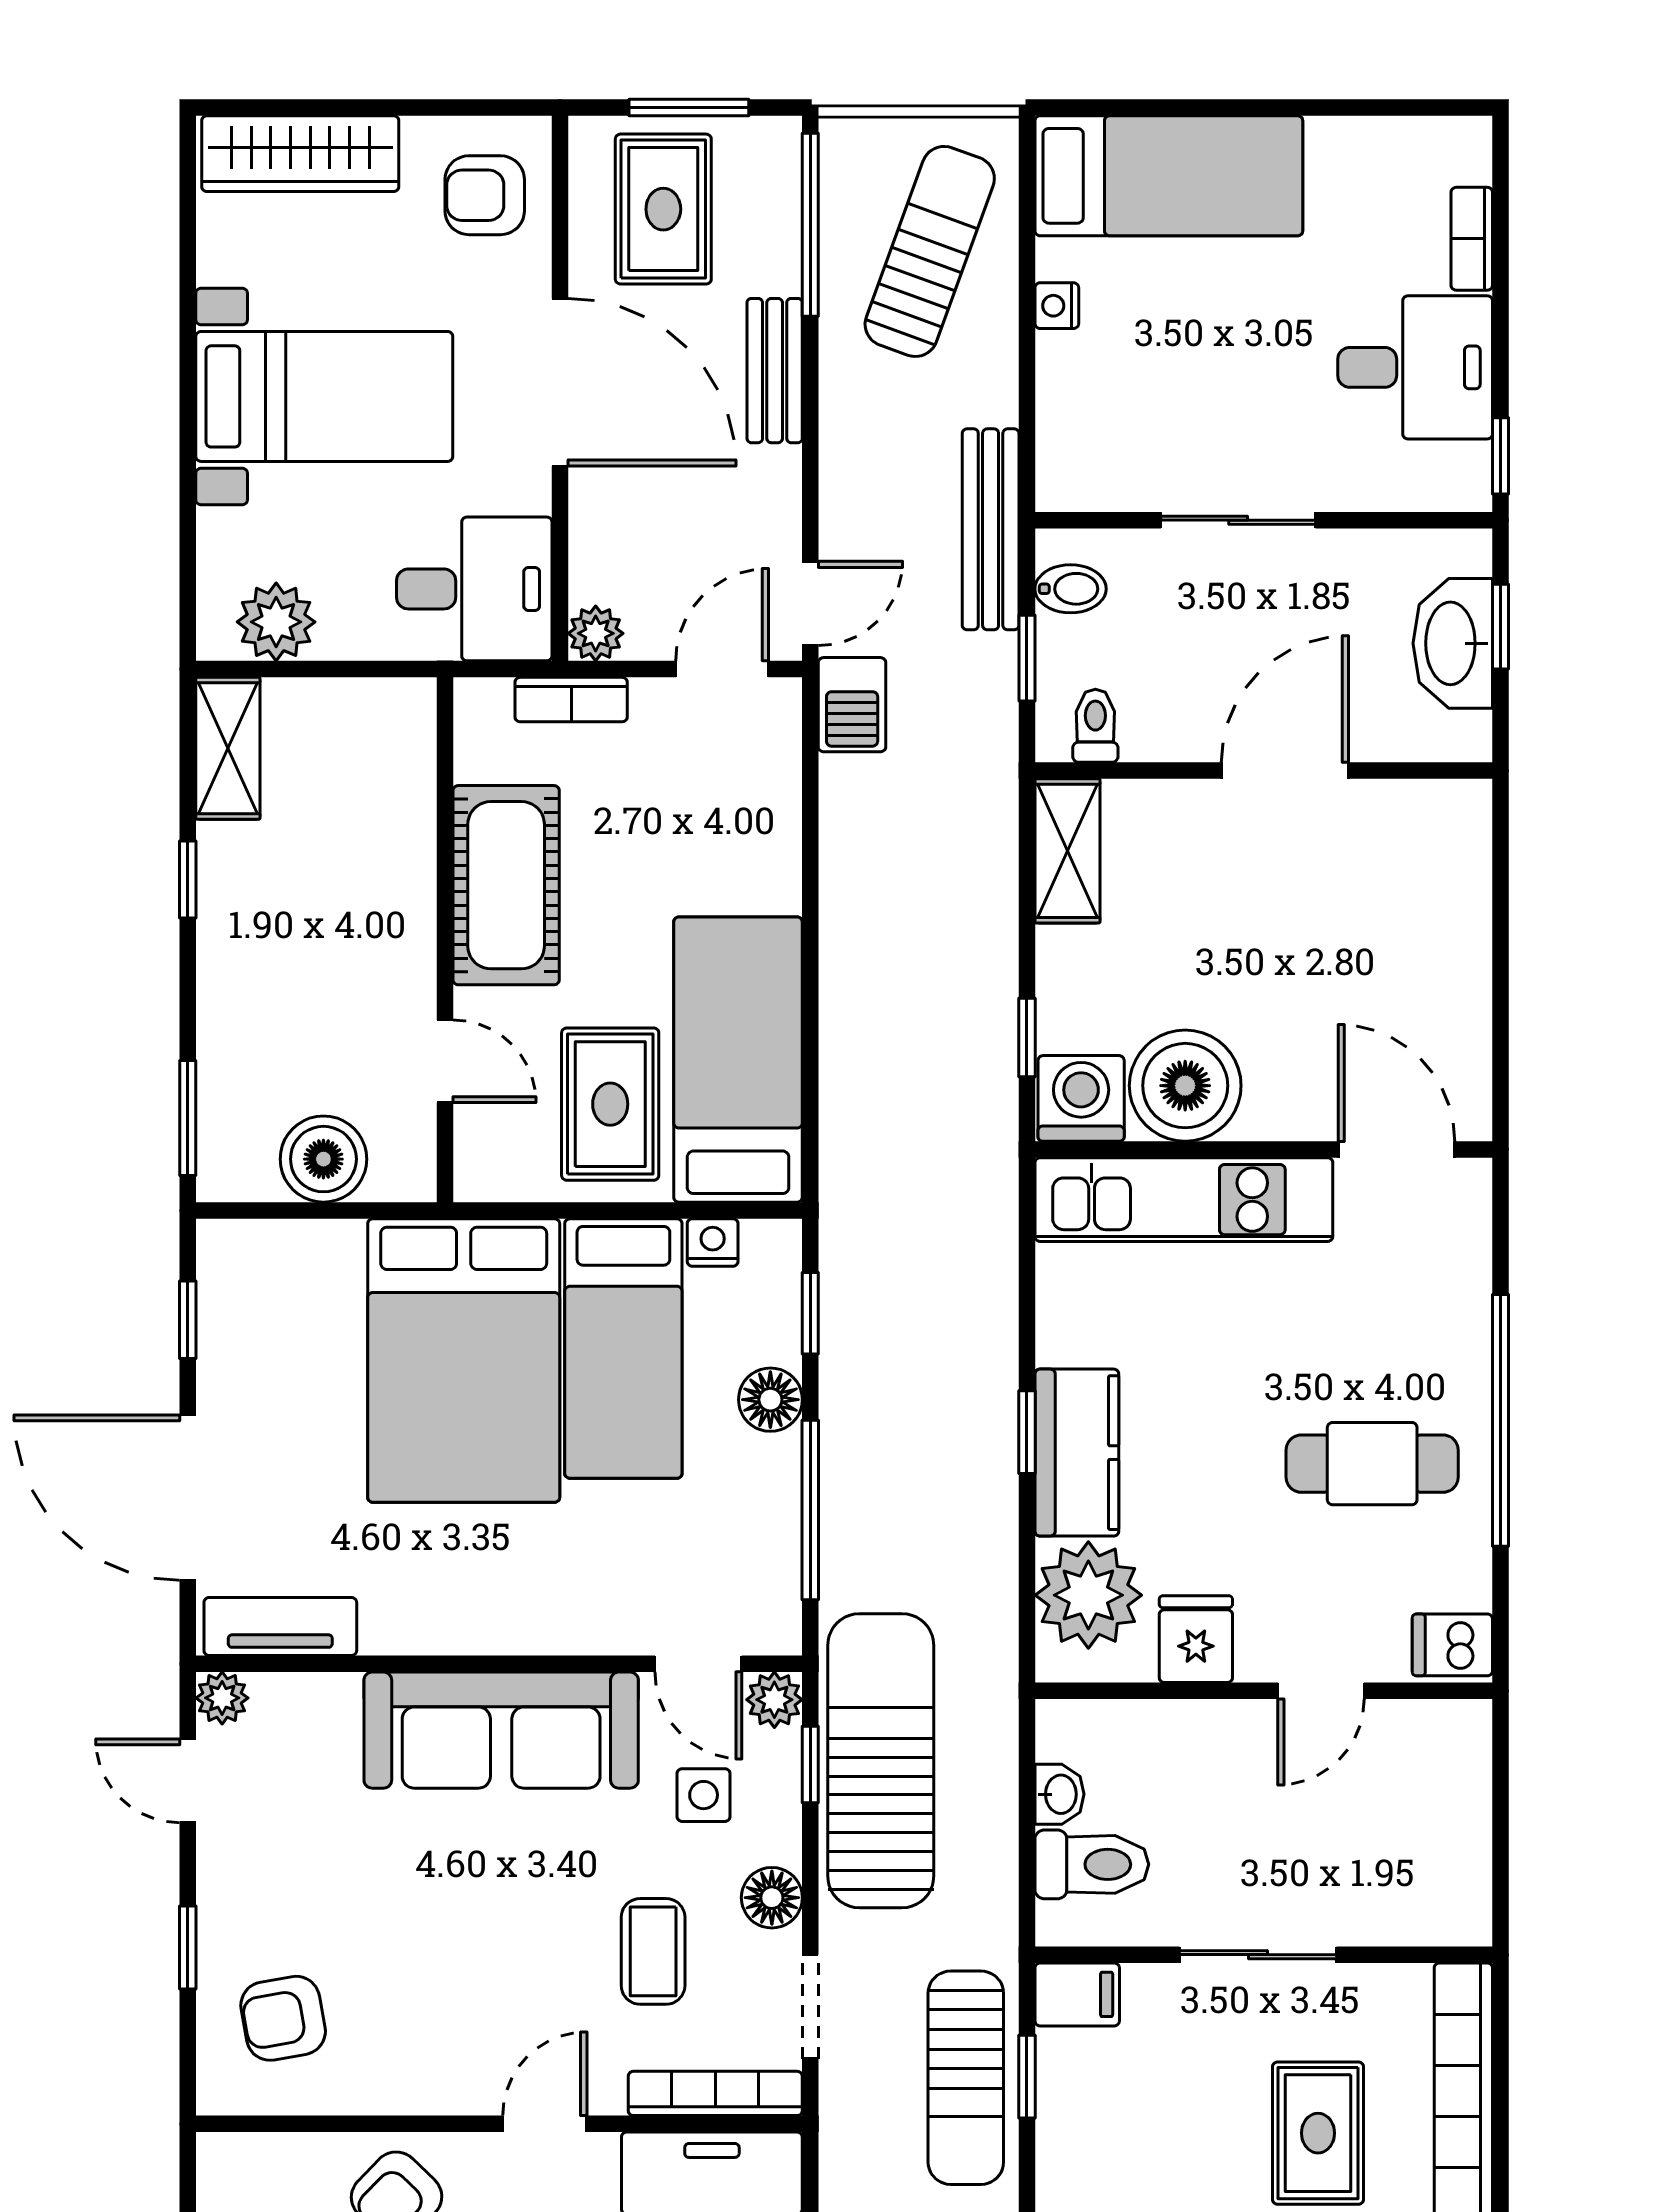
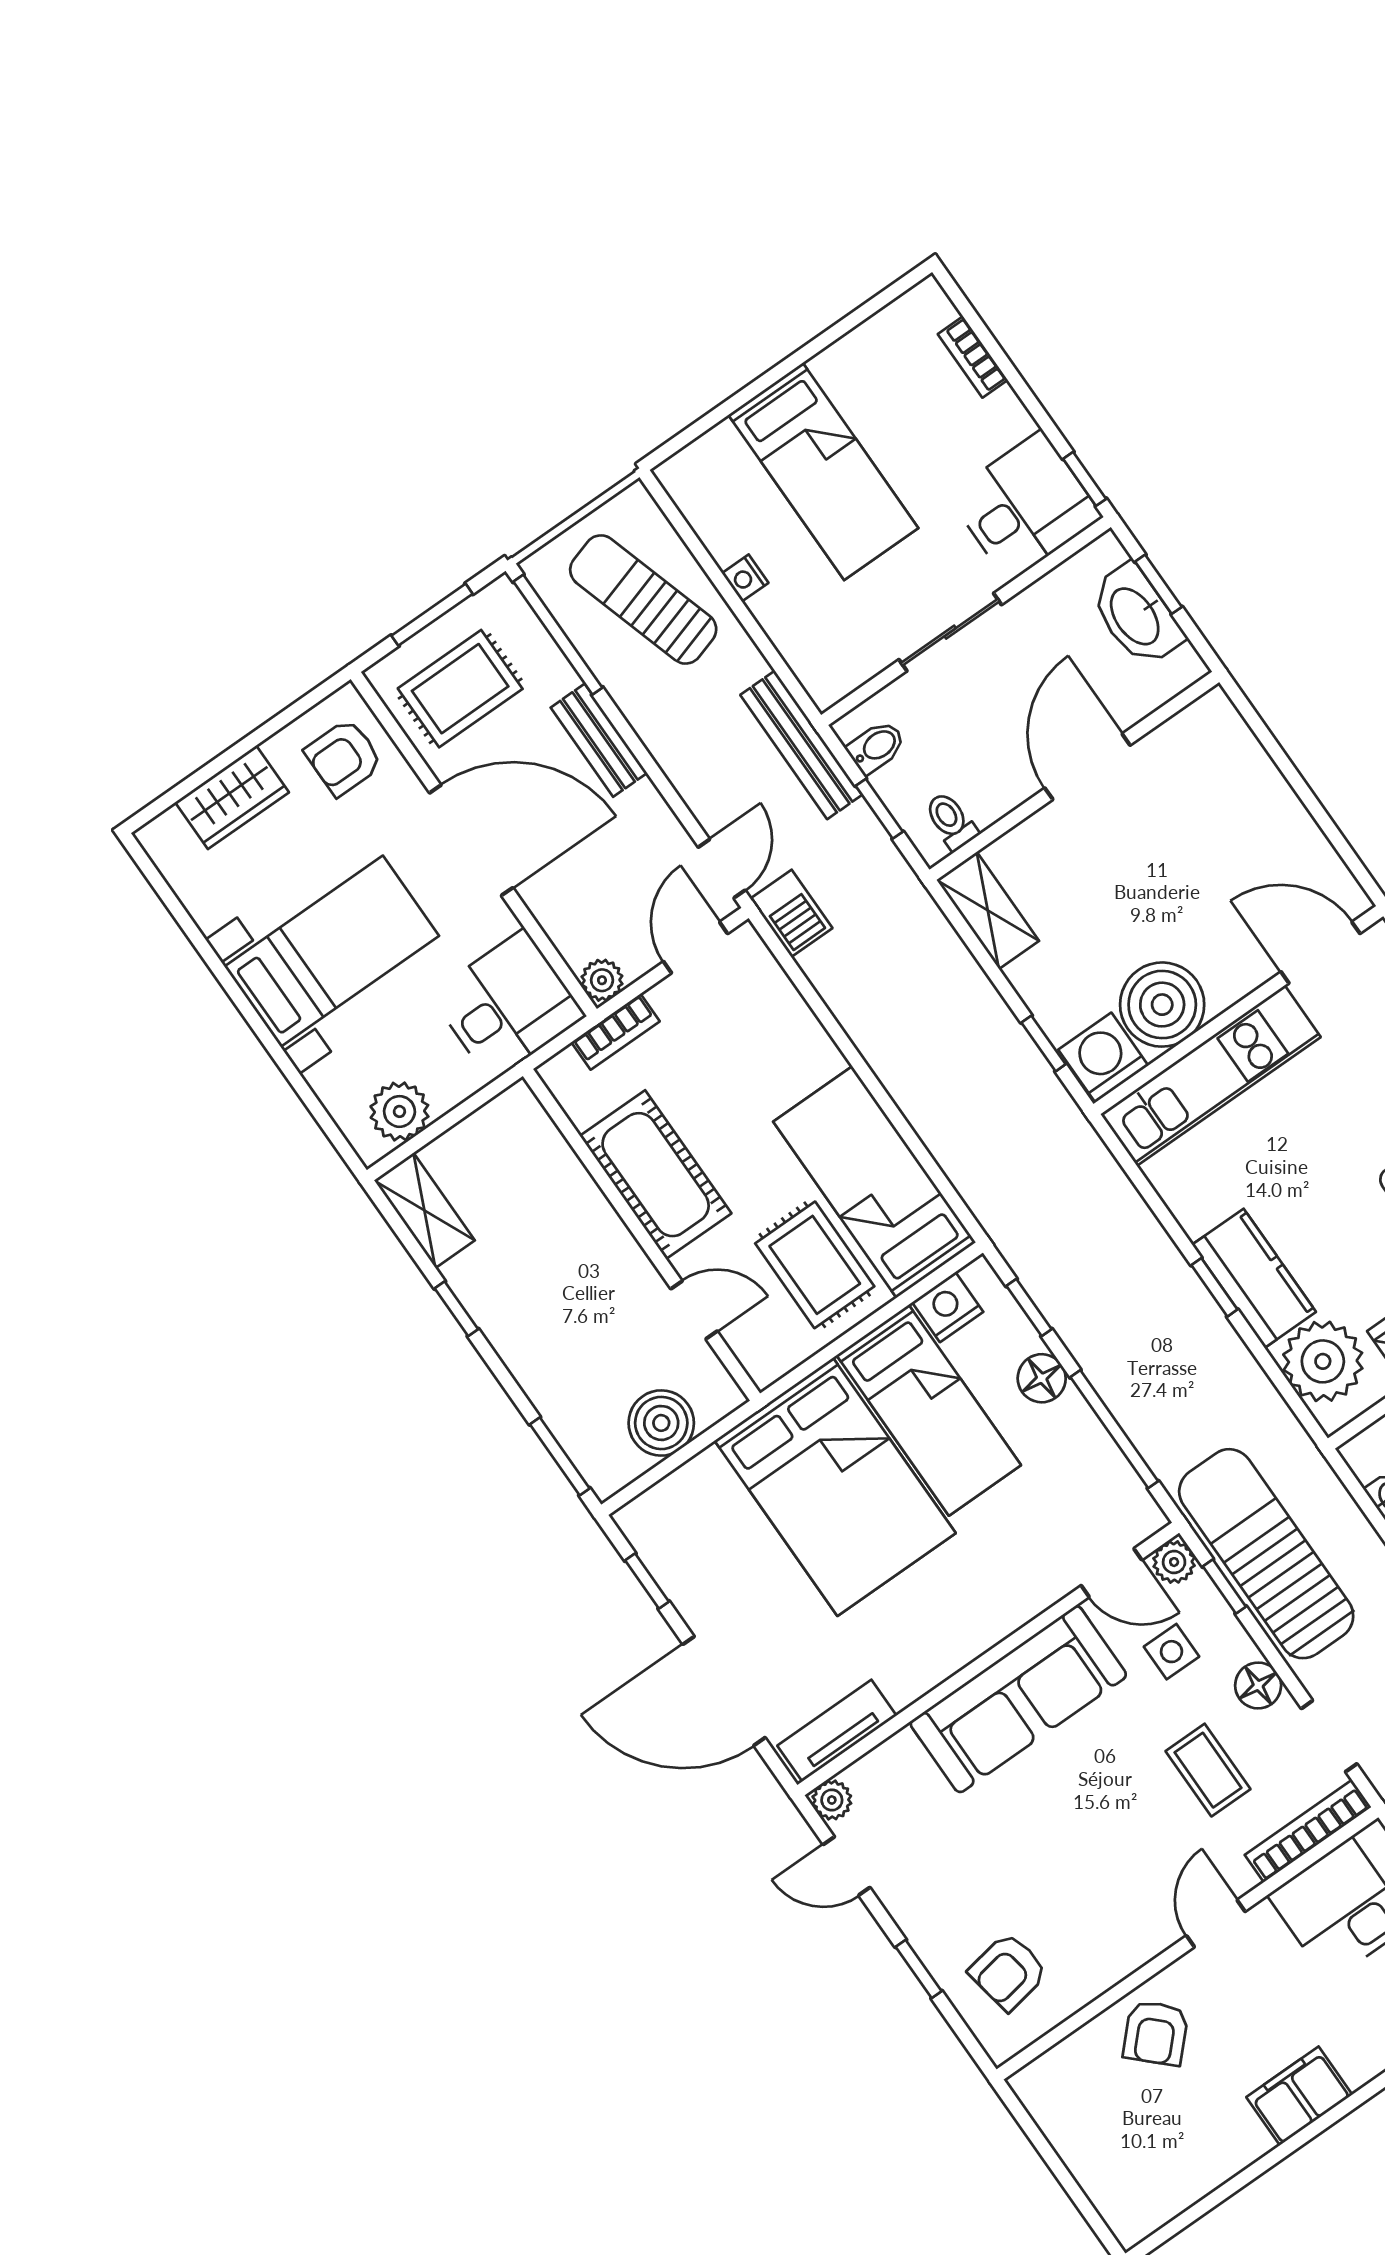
wardrobe: (300, 154) -> (232, 797), width x0.67
bed: (1169, 176) -> (823, 471), moved, turned 90
rug: (663, 209) -> (460, 689), turned 90
sun lounger: (930, 251) -> (643, 599), turned -37
desk: (1415, 367) -> (1025, 506), moved
nightstand: (713, 1242) -> (948, 1307), width x1.39, depth x1.35

